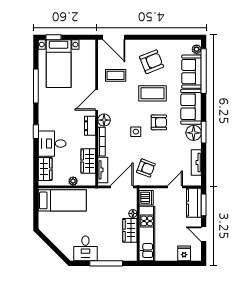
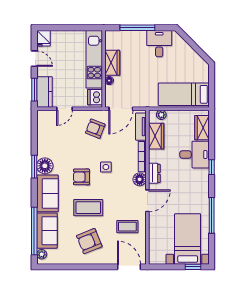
tv unit: (196, 162) -> (42, 135), removed
plant: (73, 181) -> (161, 115), moved
fridge: (184, 253) -> (43, 38), moved

